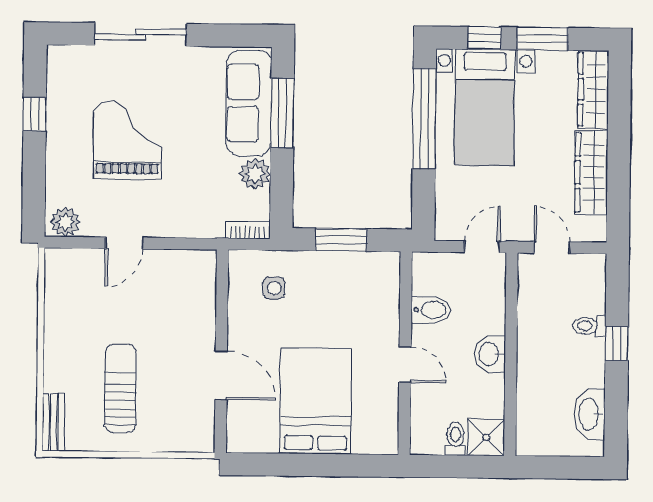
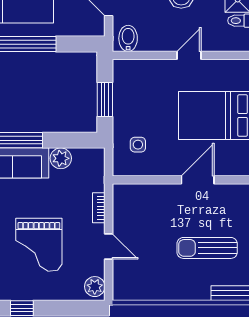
grand piano: (128, 140) -> (39, 245), turned -90
bookcase: (248, 230) -> (99, 208), moved
bidet: (431, 310) -> (128, 38), moved

